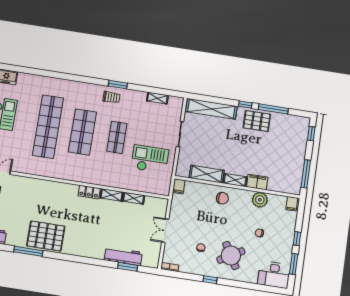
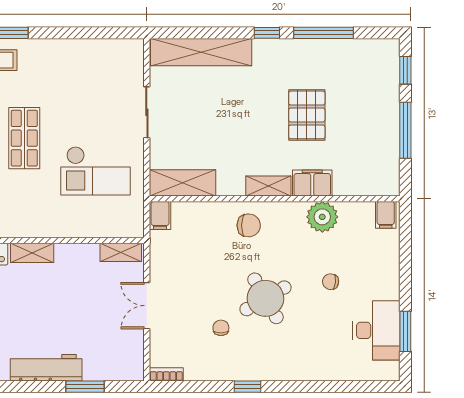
shelving: (157, 98) -> (92, 48), removed
pallet: (257, 121) -> (307, 115), moved, turned 90
checkout: (150, 159) -> (96, 171), turned 180
shelving: (207, 174) -> (183, 183), moved
window: (306, 174) -> (405, 130), moved
shelving: (134, 198) -> (121, 252), moved
window: (297, 239) -> (405, 281), removed
workbench: (123, 256) -> (46, 368), moved
round table: (231, 256) -> (265, 298), moved
desk: (274, 275) -> (376, 330), moved, turned -90

